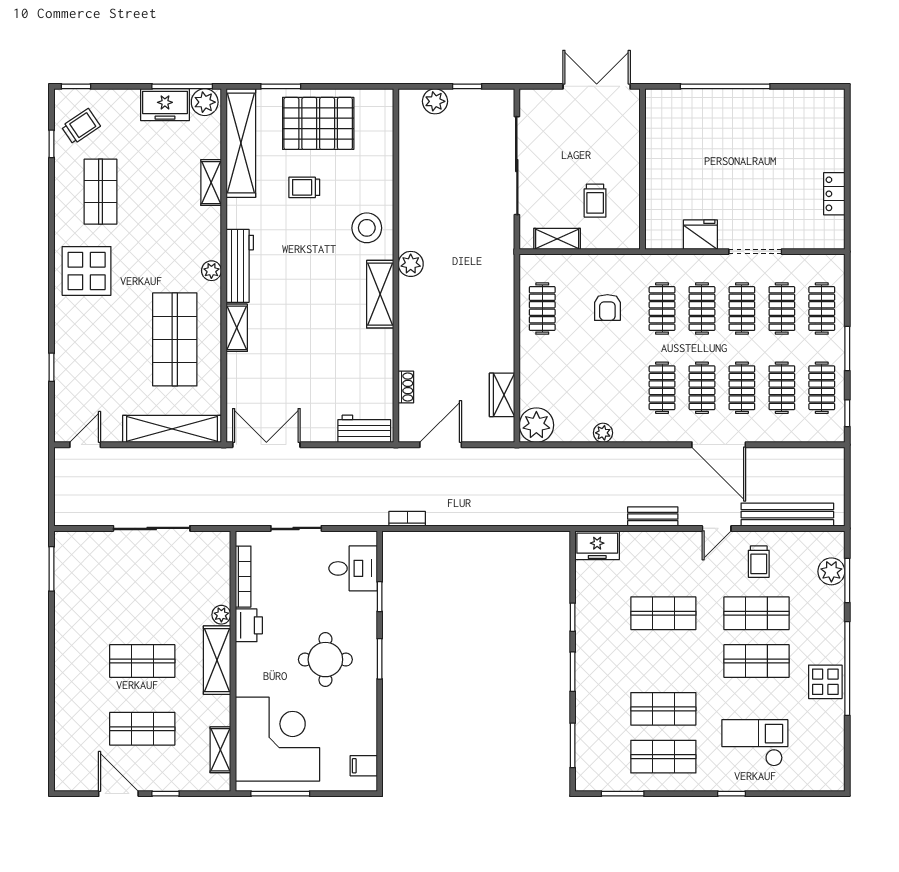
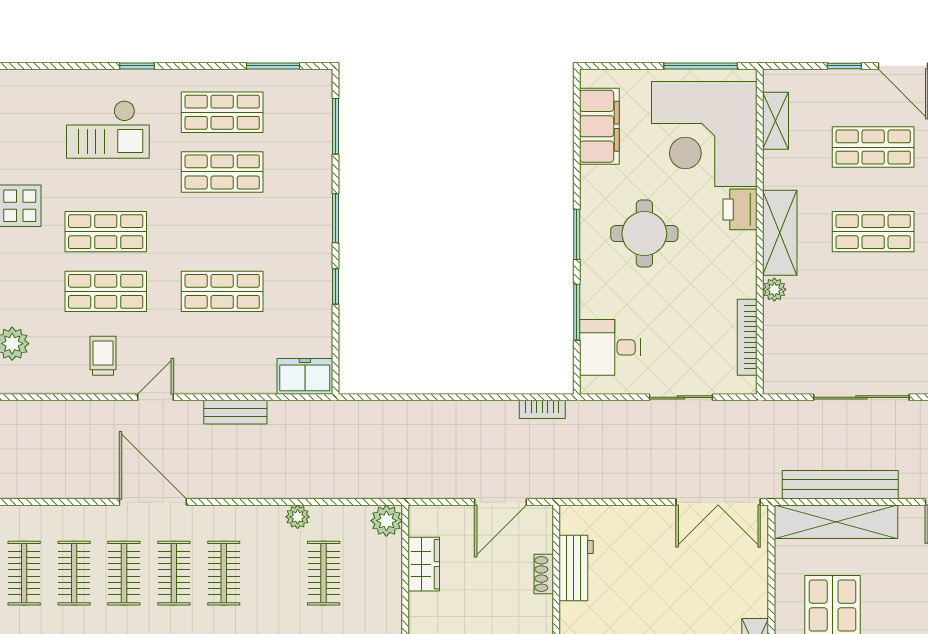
clothes rail: (582, 388) -> (324, 573), added
plant: (536, 425) -> (386, 521), width x0.73, depth x0.73
workbench: (364, 429) -> (576, 568), moved, turned -90
bench: (787, 515) -> (840, 485), moved
window: (380, 597) -> (577, 312), width x1.50
printer: (249, 625) -> (740, 209), moved
filing cabinet: (364, 766) -> (599, 126), width x3.00, depth x1.17

